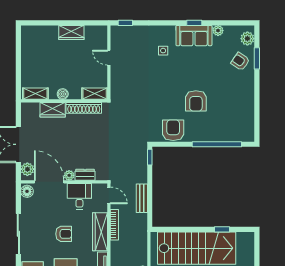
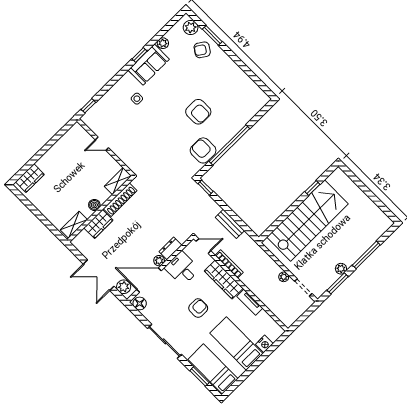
wardrobe: (71, 32) -> (30, 178), moved
window: (217, 144) -> (229, 145), moved

